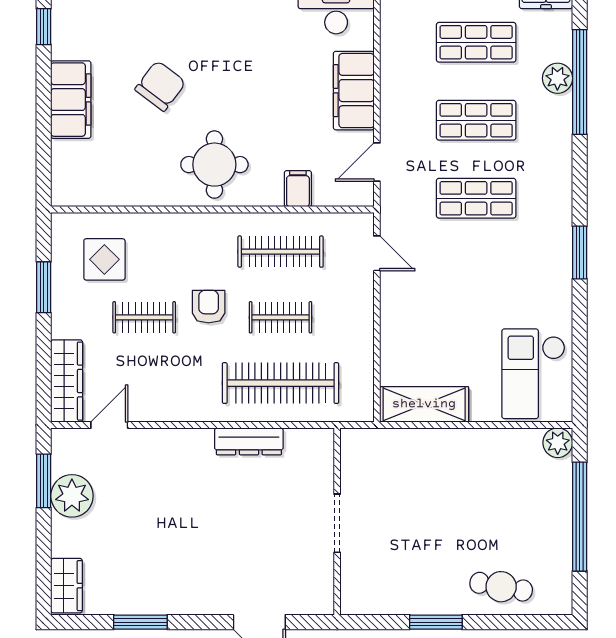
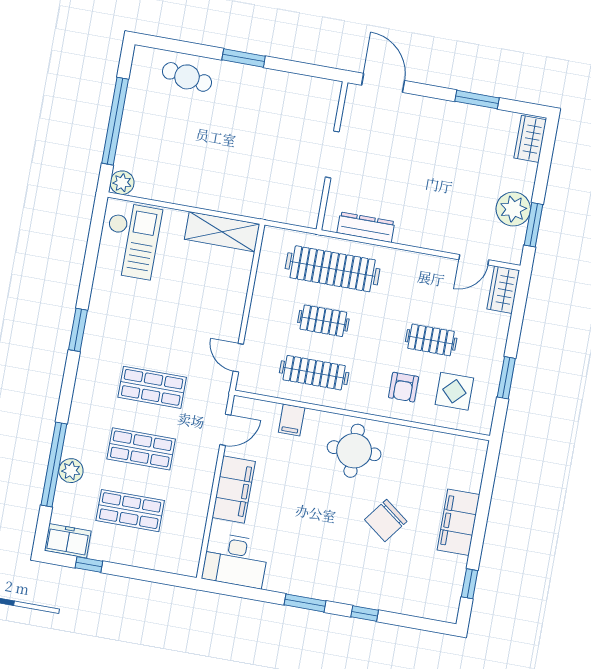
armchair: (209, 307) -> (404, 387), moved
wardrobe: (67, 381) -> (503, 290), width x0.67
wall: (337, 521) -> (332, 156), moved
doorway: (337, 523) -> (332, 154), moved

